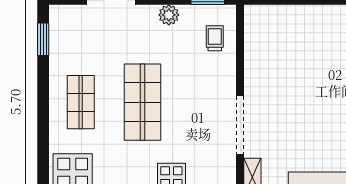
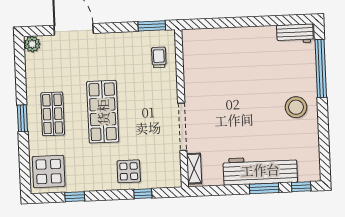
plant: (169, 15) -> (32, 44), moved
window: (43, 39) -> (22, 118), moved

